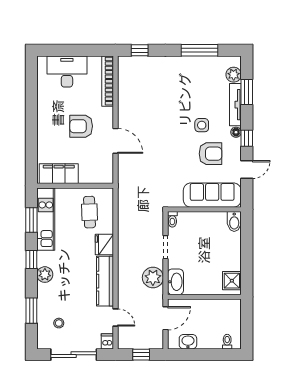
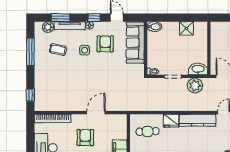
coffee table: (203, 88) -> (58, 50), added
armchair: (81, 126) -> (85, 138), turned 180
shower: (232, 281) -> (186, 28), moved

